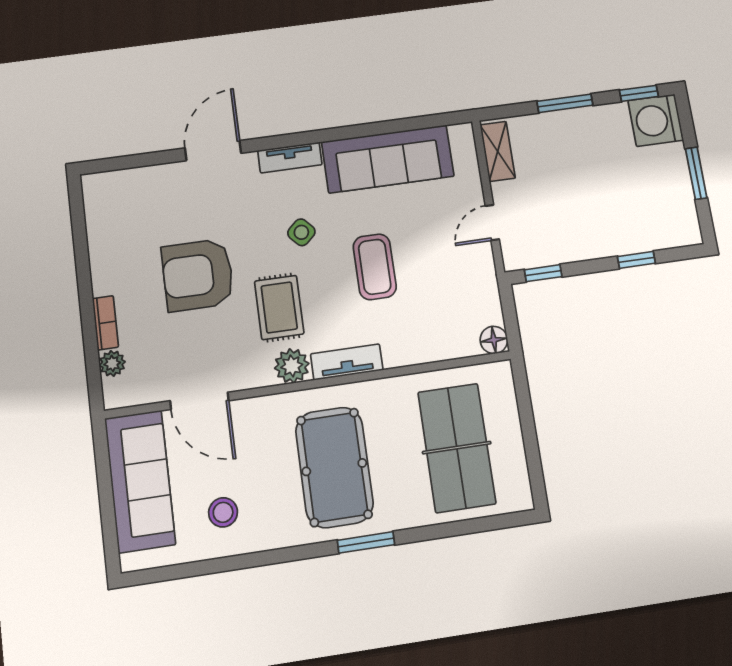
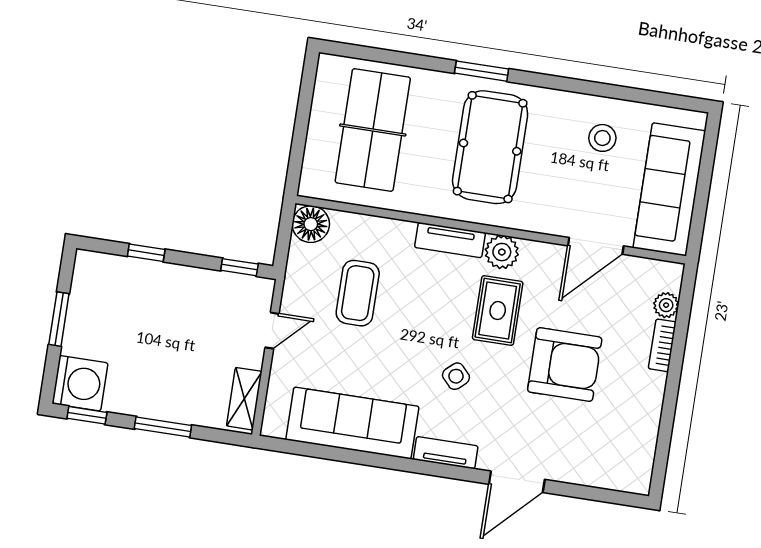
coffee table: (375, 267) -> (358, 293), moved
floor lamp: (494, 340) -> (311, 224), width x1.38, depth x1.38
door: (199, 401) -> (596, 246), swing flipped

